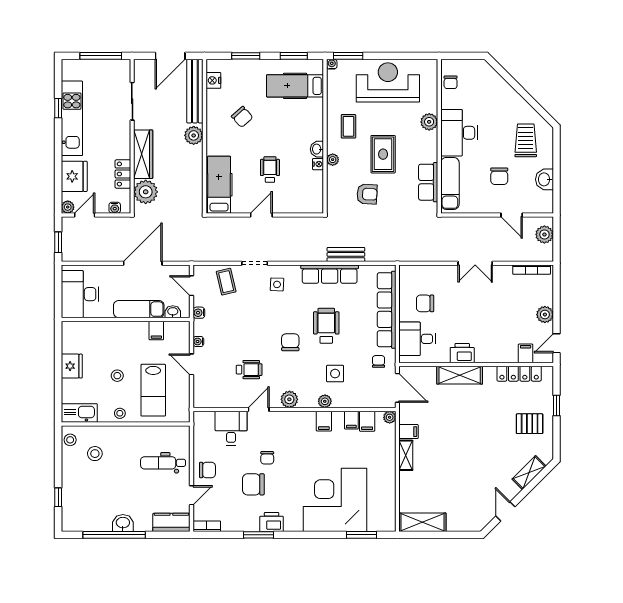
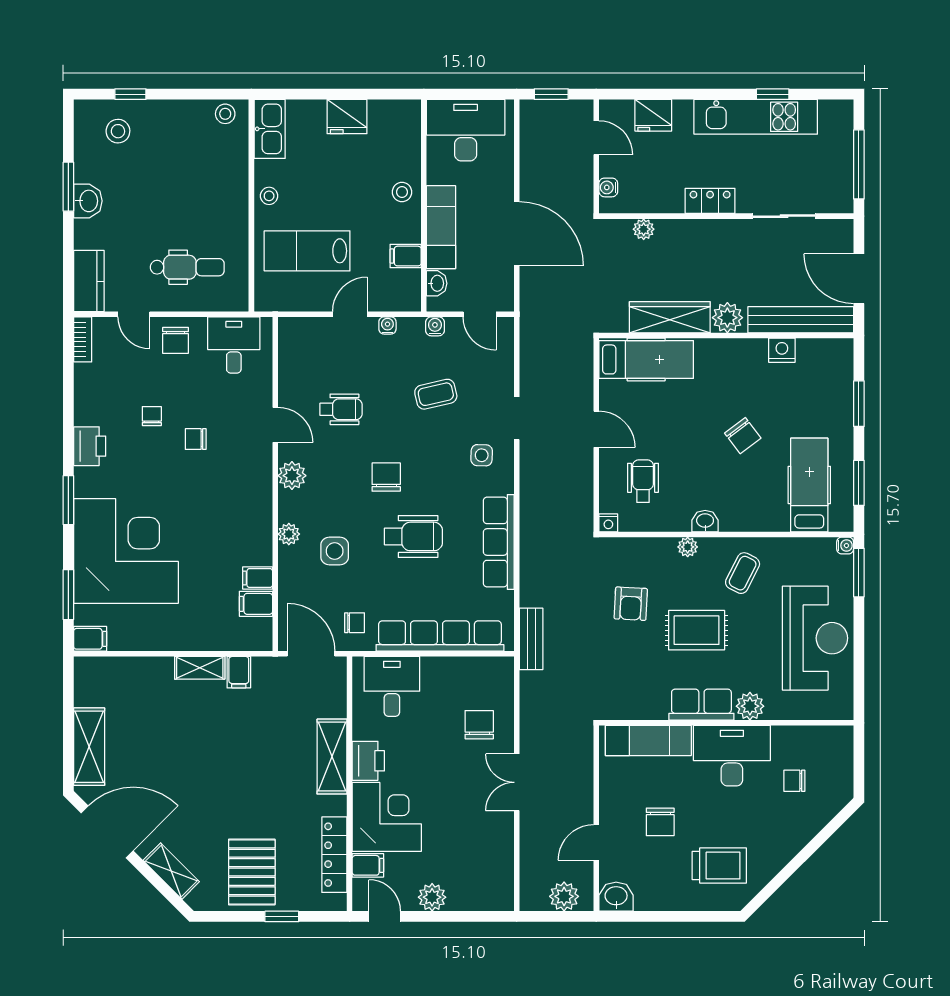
nightstand: (213, 80) -> (782, 350), moved
chair: (451, 82) -> (794, 781), moved
chair: (242, 117) -> (743, 436), moved, turned -85
coffee table: (348, 126) -> (743, 573), turned -63
wardrobe: (143, 154) -> (670, 317), moved, turned 180
nightstand: (318, 164) -> (608, 523), moved
wheelchair: (270, 170) -> (643, 481), moved, turned -90
locker: (123, 174) -> (710, 201), moved
fridge: (74, 176) -> (653, 115), width x0.73, depth x0.75
chair: (499, 176) -> (660, 822), turned -90
washbasin: (545, 179) -> (616, 897), moved
row of seats: (428, 182) -> (701, 705), moved
plant: (146, 192) -> (644, 229), width x0.53, depth x0.53
plant: (68, 207) -> (609, 110), removed
bench: (346, 254) -> (531, 639), moved
bookcase: (532, 270) -> (506, 875), removed
coffee table: (226, 282) -> (436, 394), moved
door: (192, 286) -> (480, 314), swing flipped
chair: (425, 303) -> (479, 725), moved
chair: (290, 342) -> (386, 477), turned -90
corner desk: (496, 342) -> (387, 817), added
wheelchair: (249, 370) -> (341, 409), turned -90
stool: (117, 376) -> (402, 192), moved
door: (397, 388) -> (311, 654), swing flipped
plant: (390, 417) -> (262, 641), removed
filing cabinet: (324, 421) -> (90, 639), moved, turned 180
pallet: (530, 424) -> (252, 872), width x1.50, depth x1.42
desk: (231, 428) -> (234, 345), moved, turned -90
stool: (95, 454) -> (118, 131), moved
dental chair: (163, 463) -> (187, 267), turned 90
chair: (253, 484) -> (152, 416), width x0.54, depth x0.54
door: (505, 511) -> (107, 832), width x1.88
shelving: (422, 522) -> (89, 747), moved
window: (114, 535) -> (68, 187), width x0.47
window: (258, 535) -> (68, 500), moved

